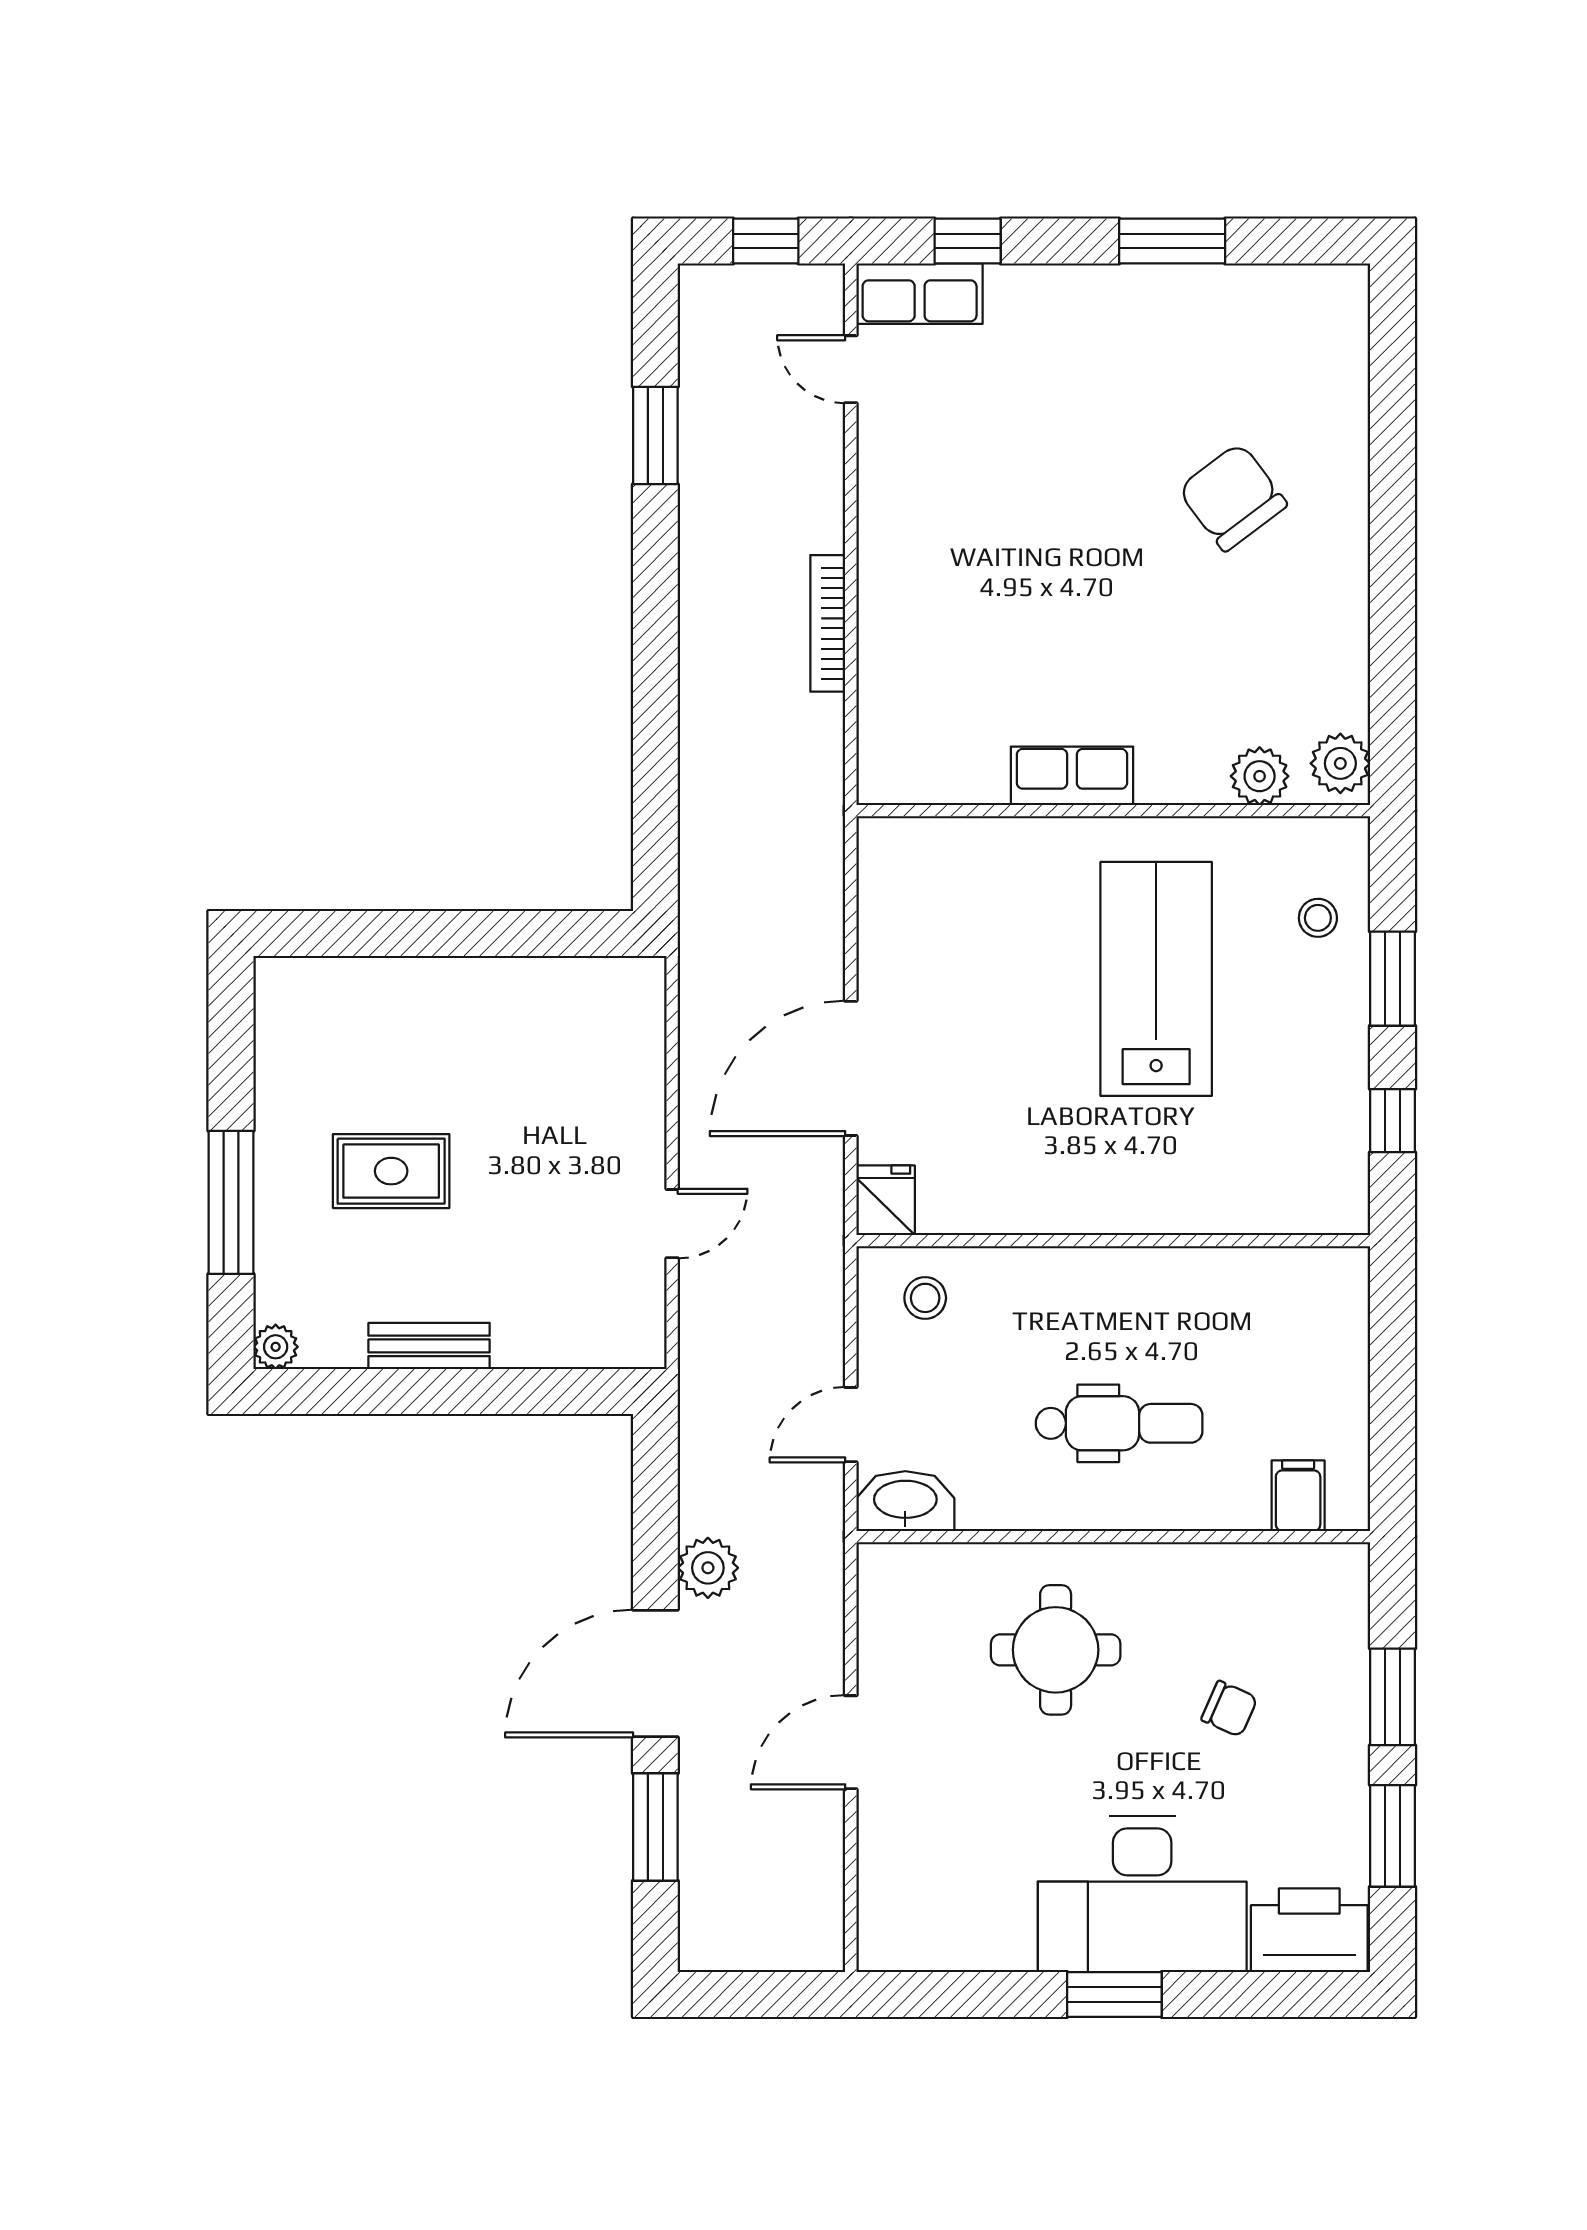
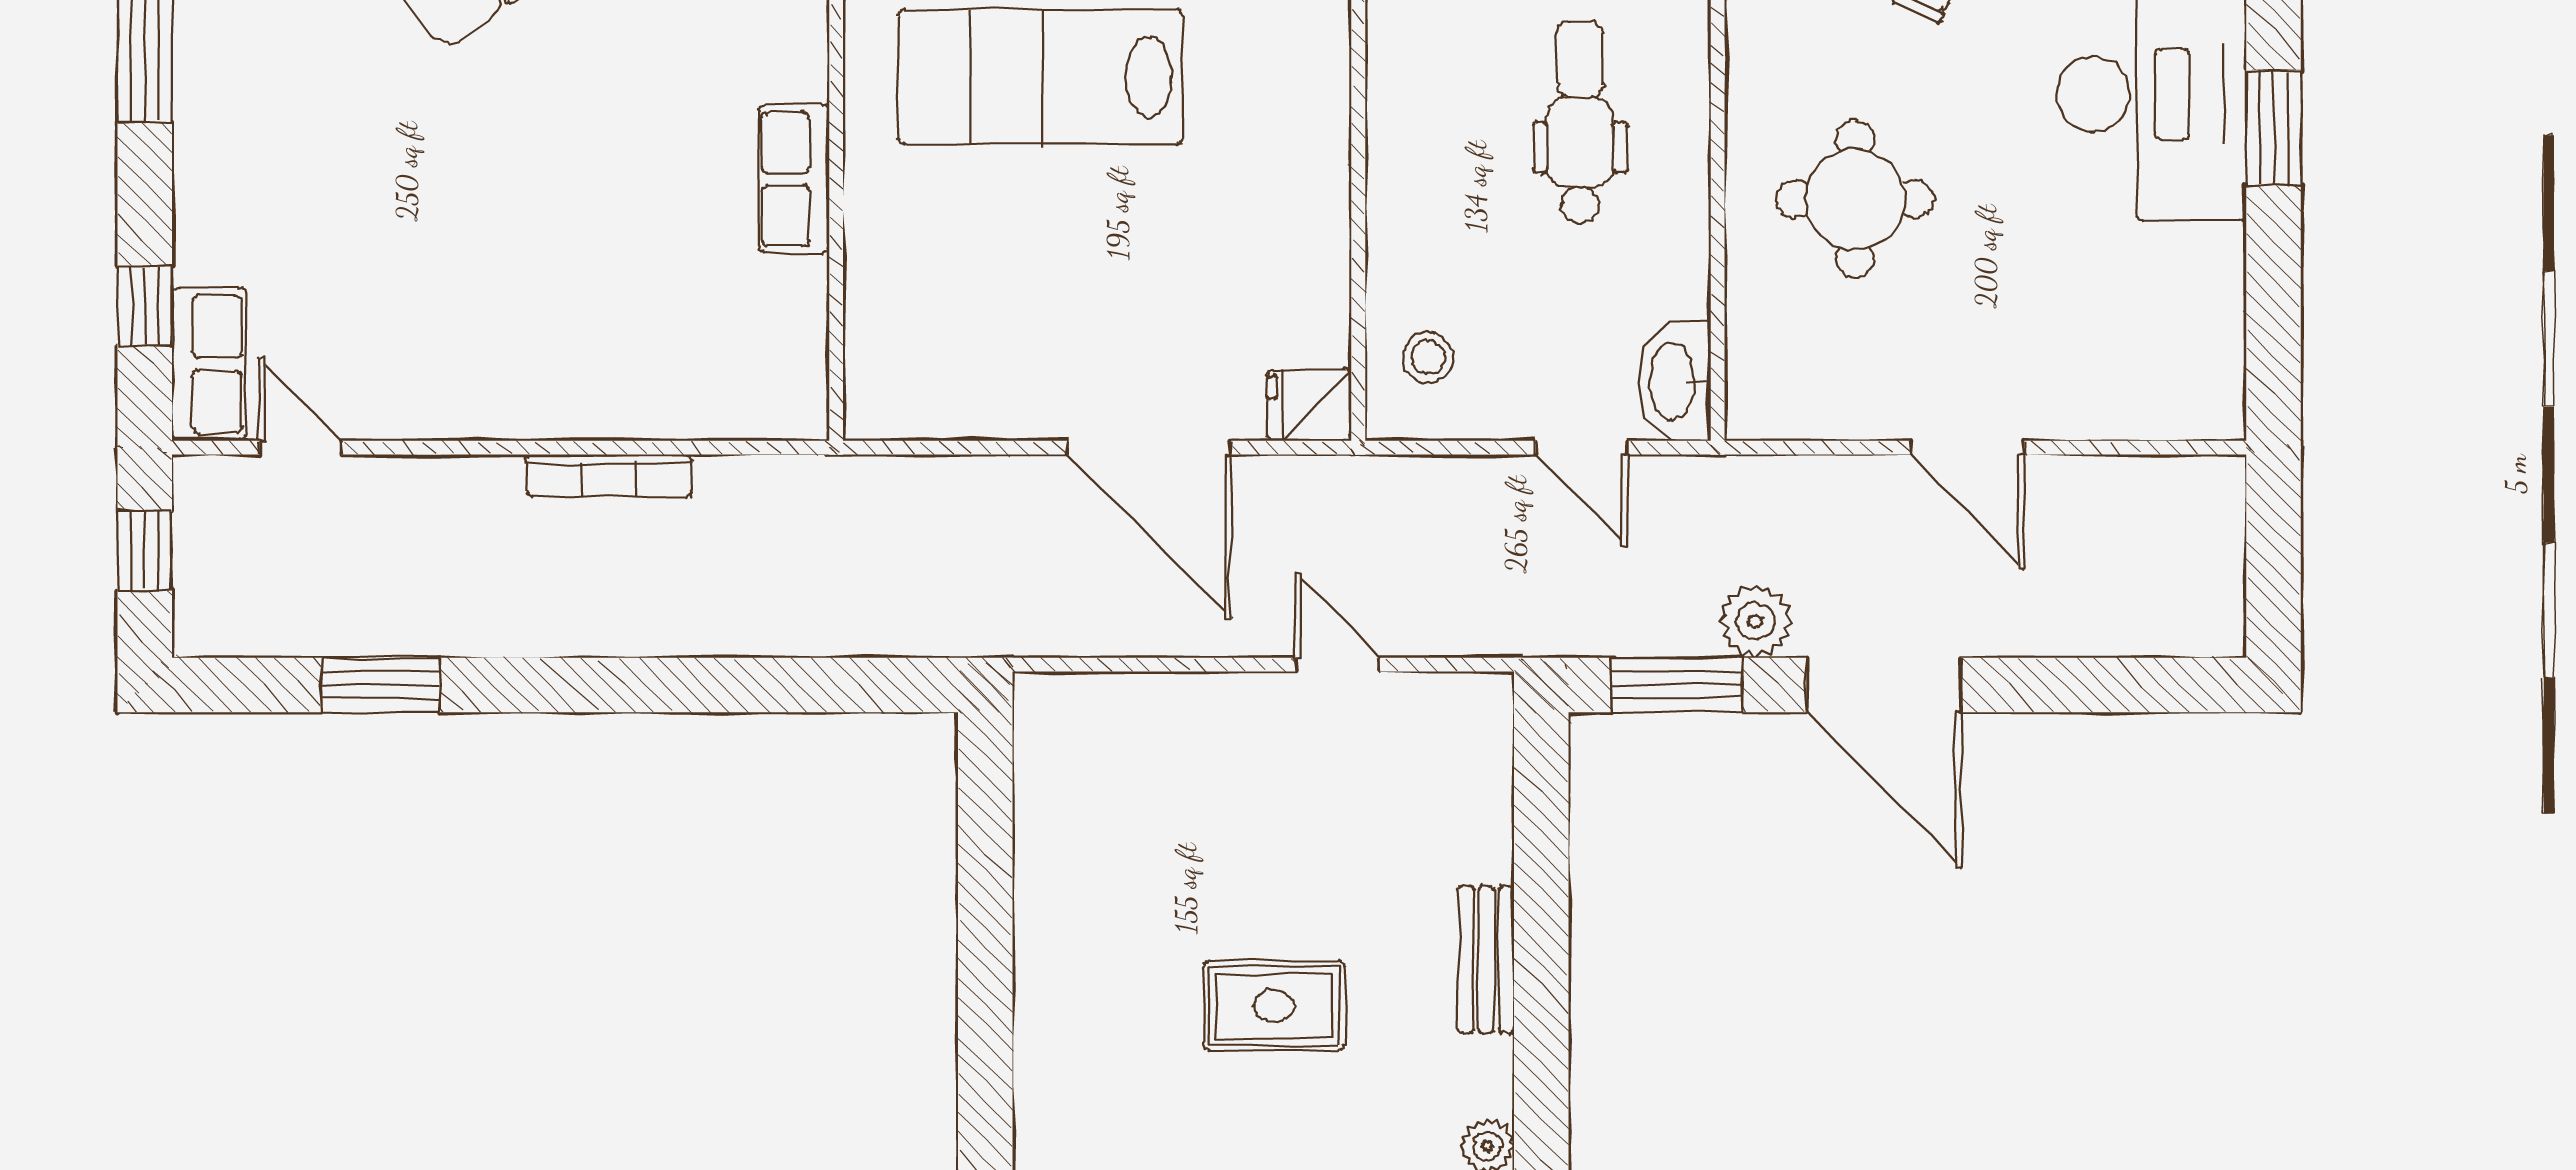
door: (851, 369) -> (300, 448), swing flipped
rug: (391, 1171) -> (1274, 1006), turned 90
window: (655, 1827) -> (1677, 685), moved

